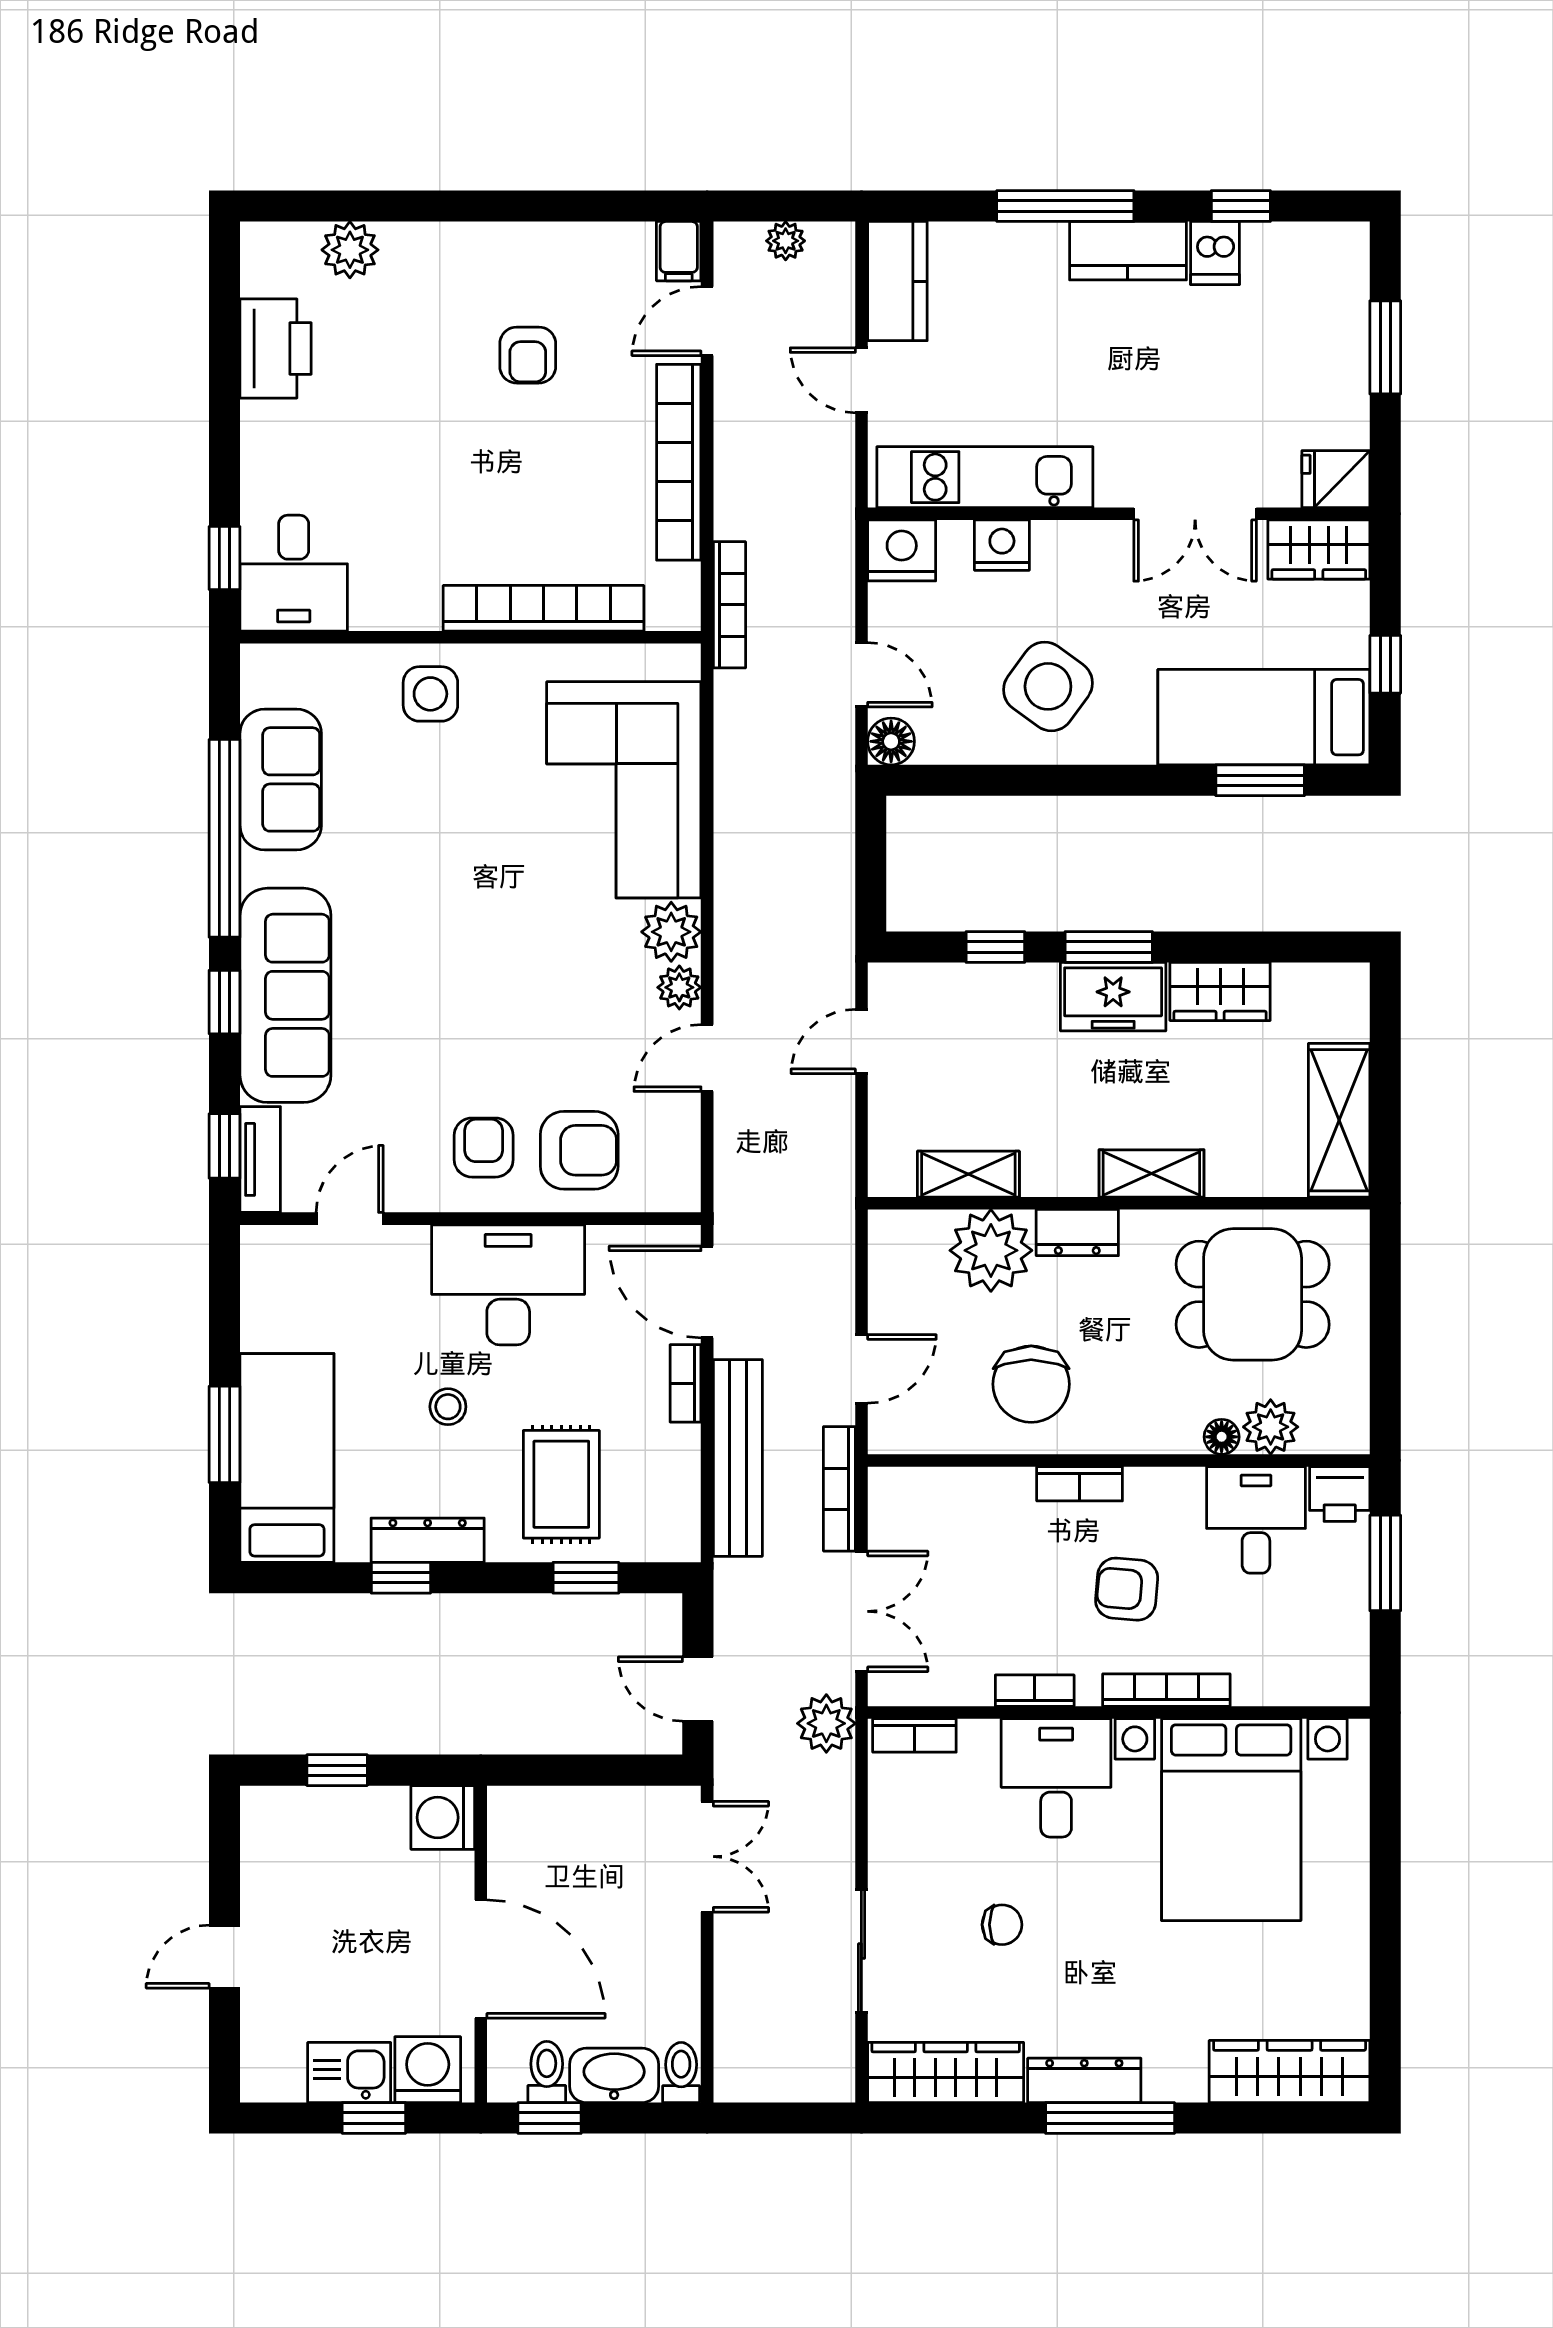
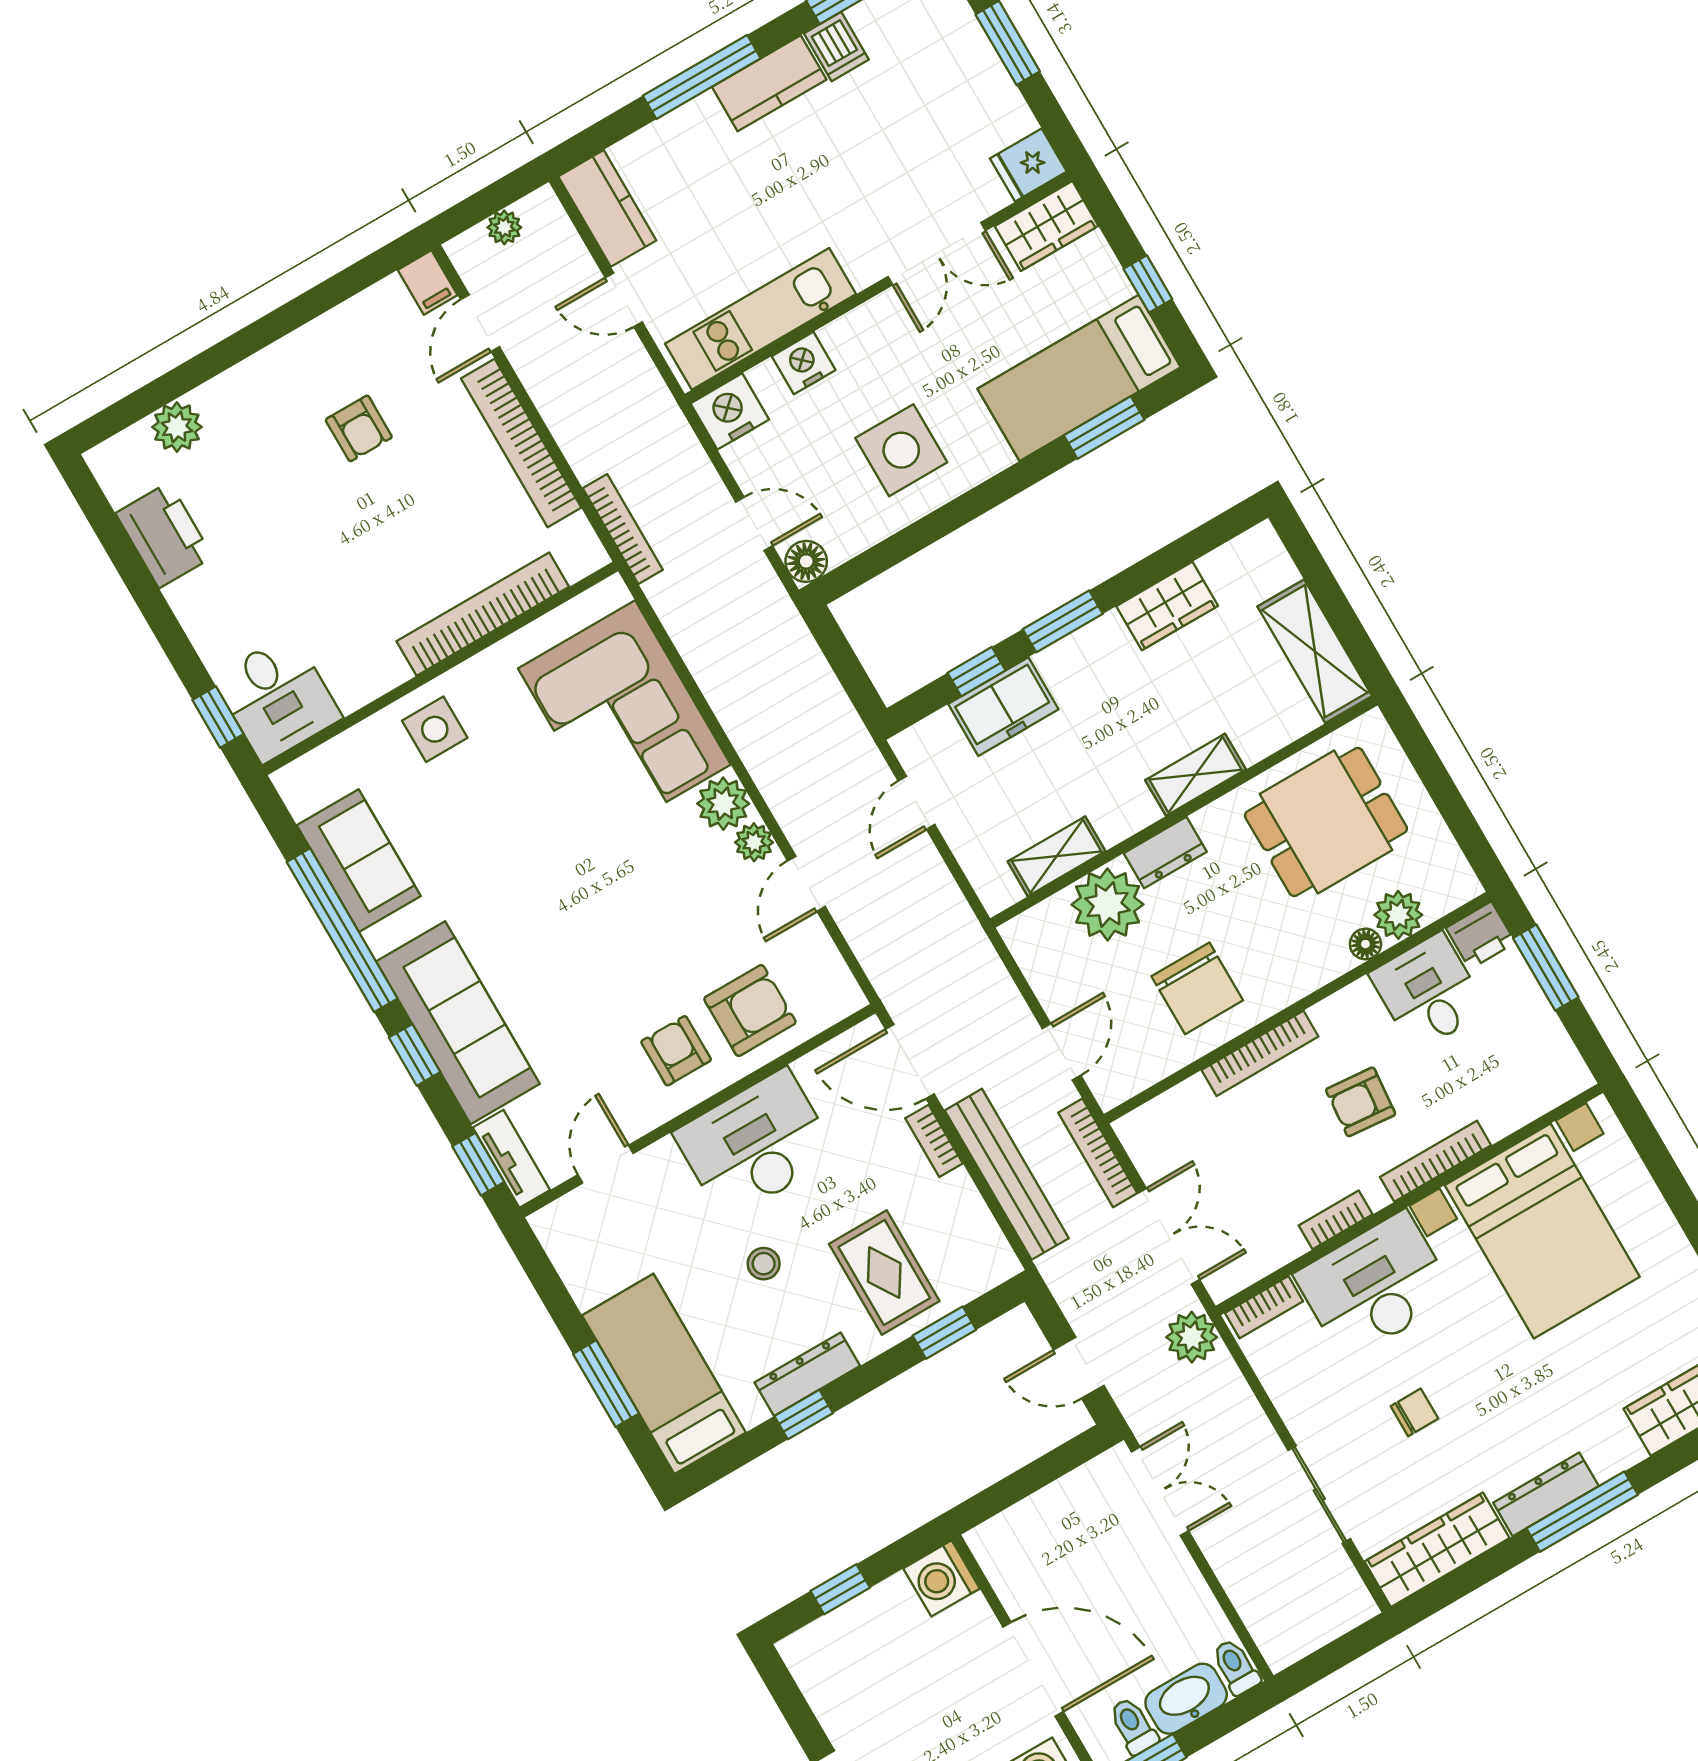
side table: (1048, 686) -> (901, 450), turned -36
freezer: (1113, 997) -> (1003, 707), moved
bookcase: (1080, 1484) -> (1260, 1053), width x1.56
desk: (1056, 1778) -> (1375, 1286), width x1.37

